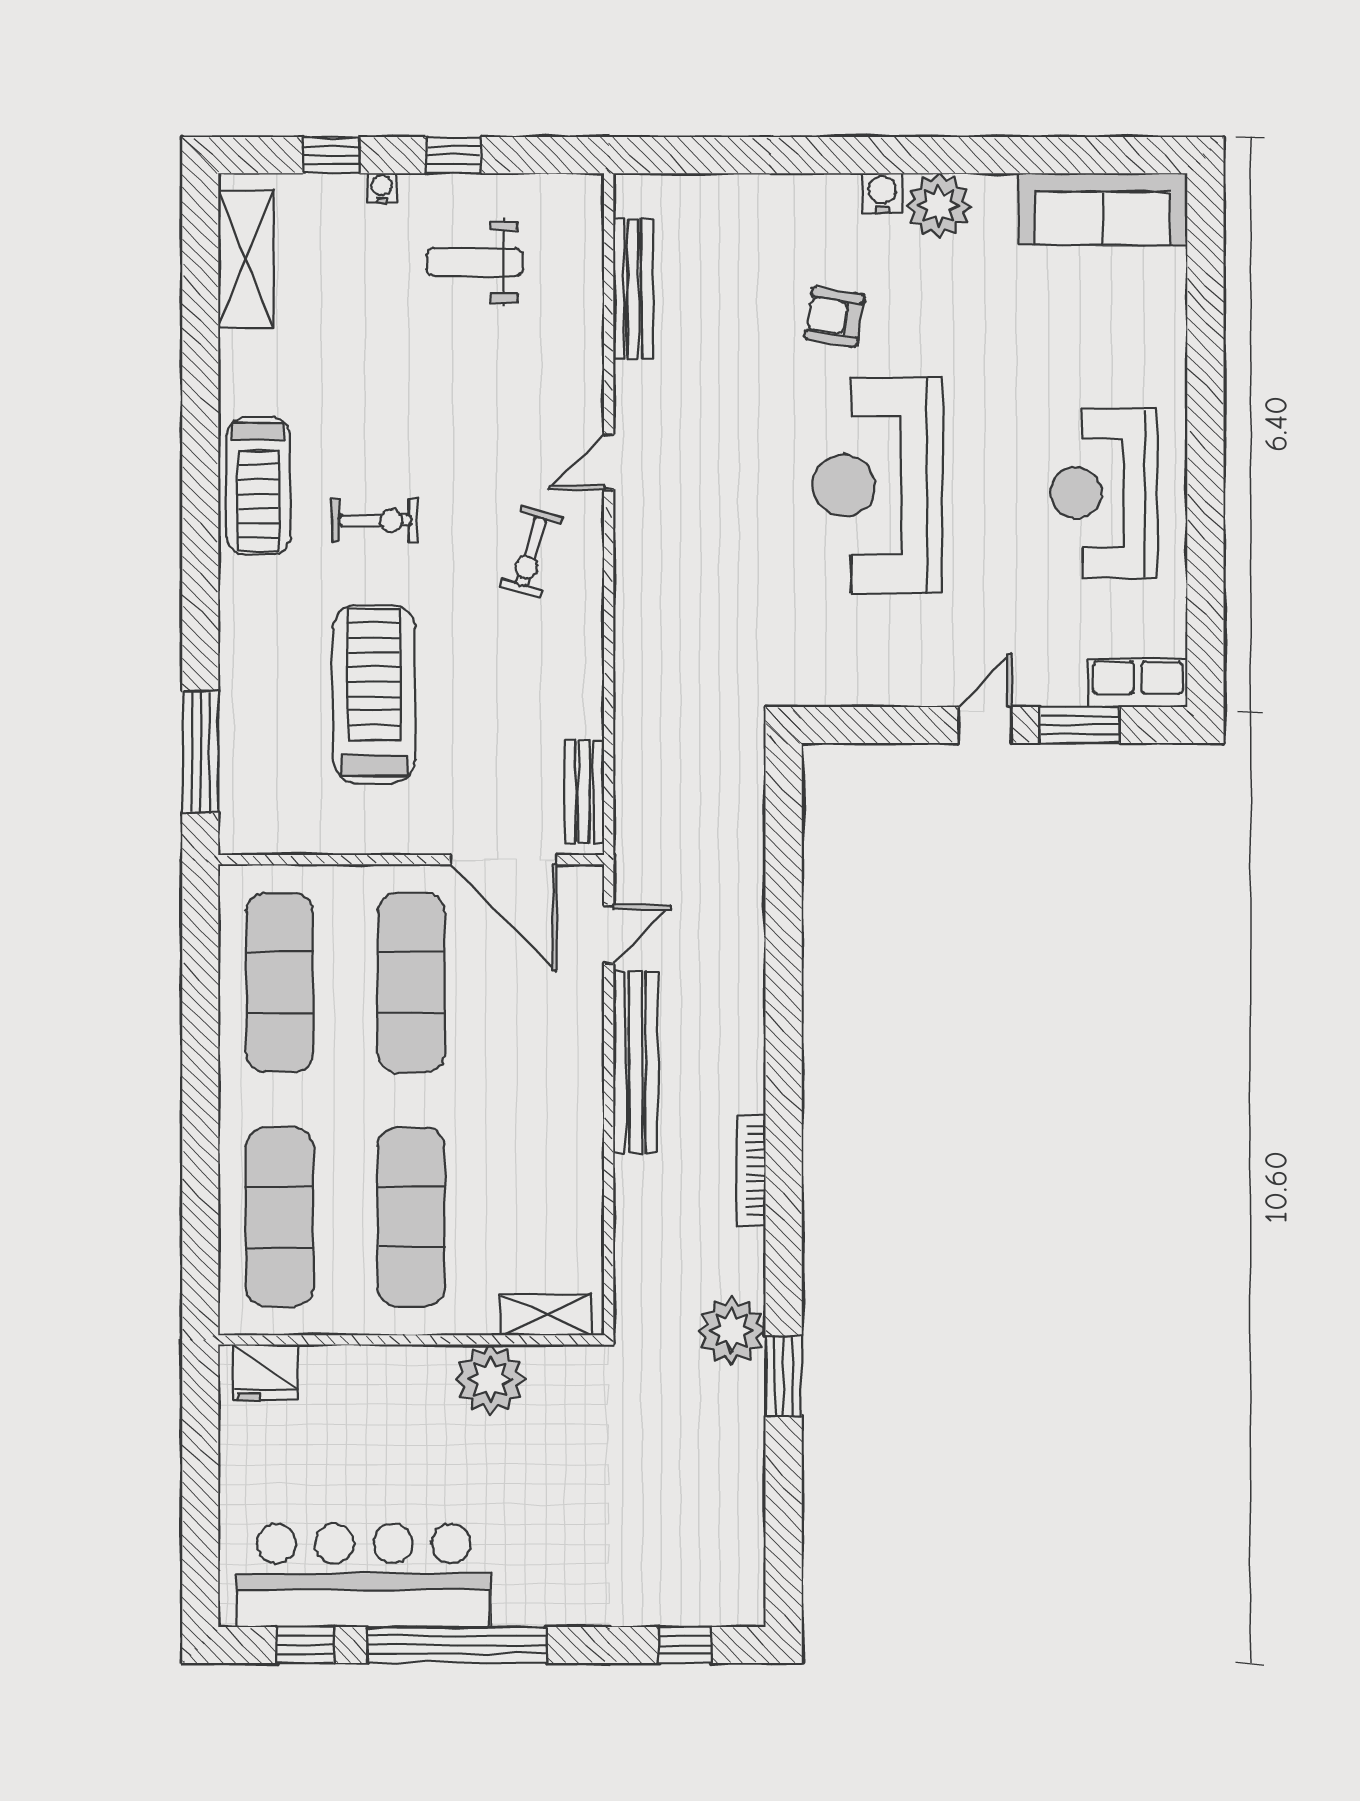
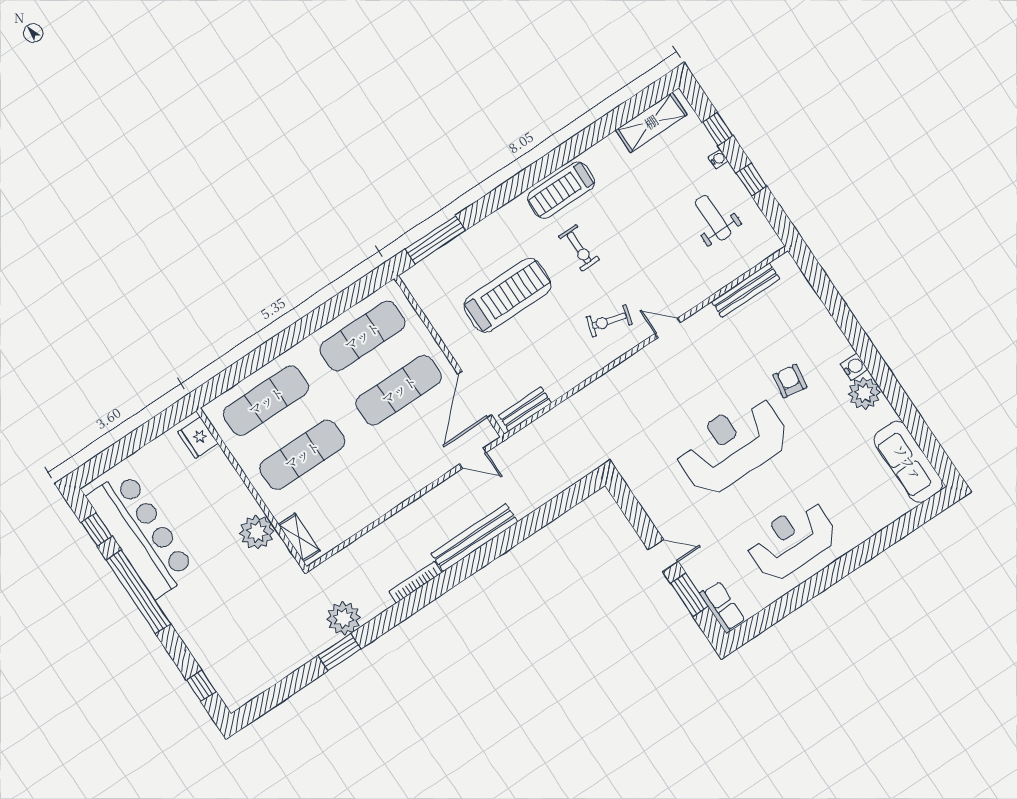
bench: (636, 1062) -> (475, 538), moved

